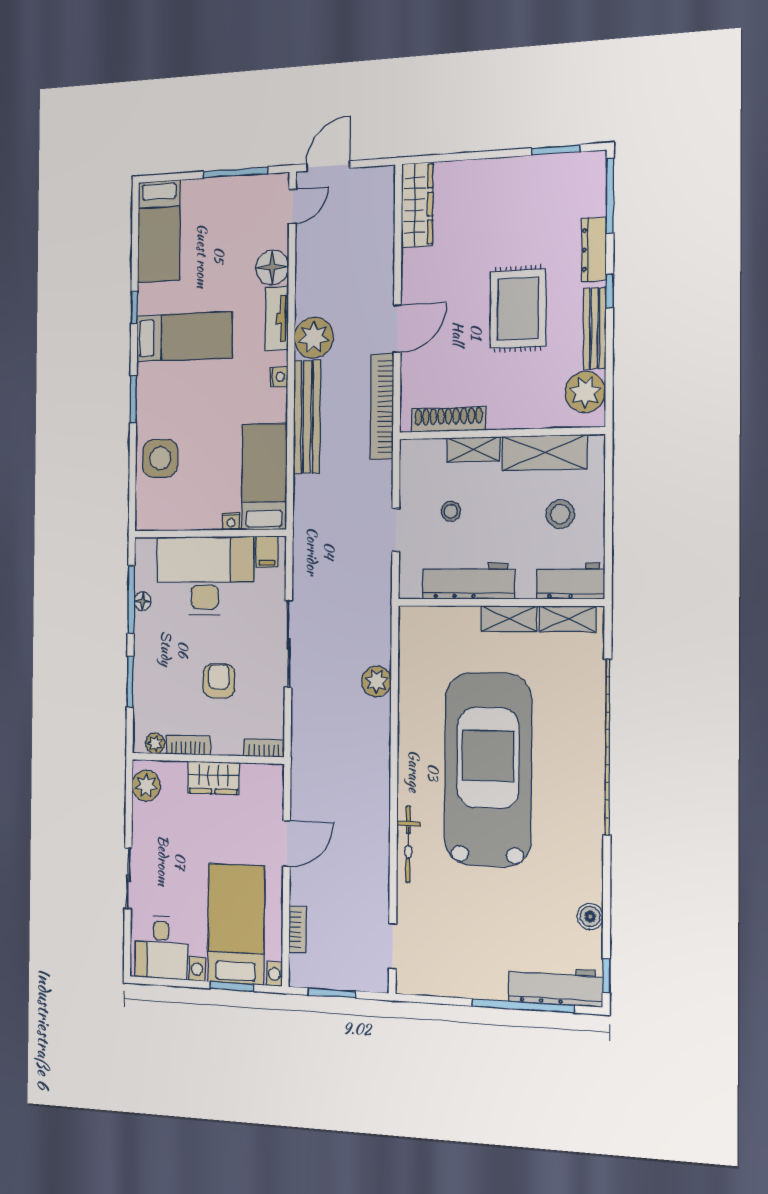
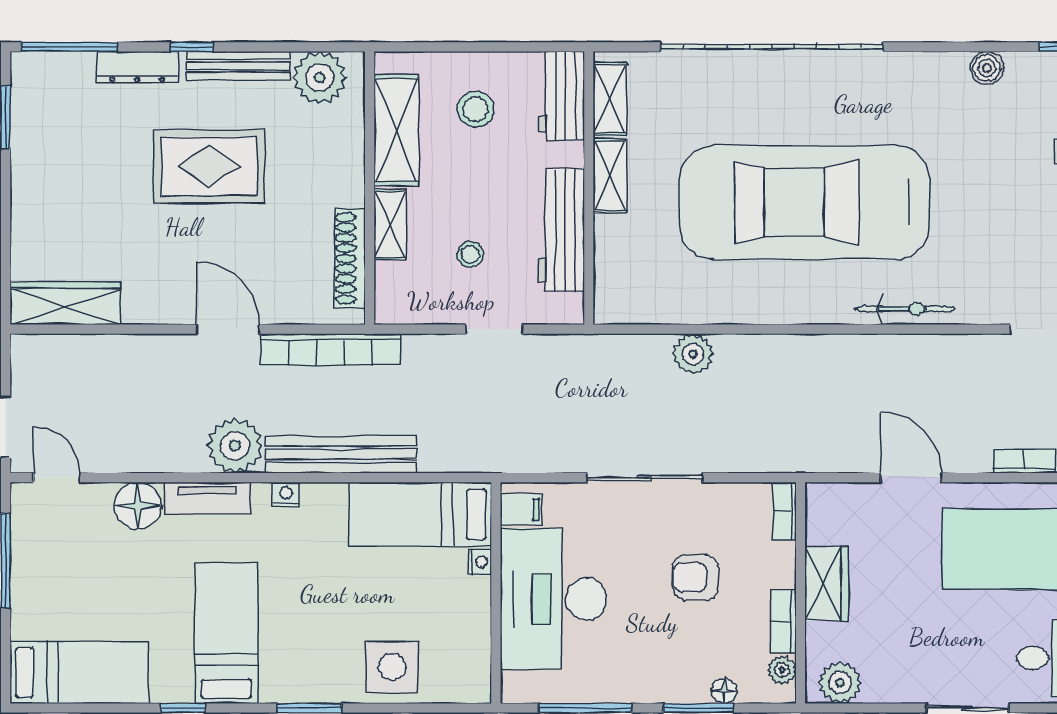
floor lamp: (143, 601) -> (724, 691), moved

